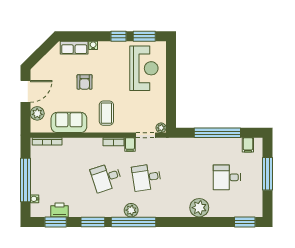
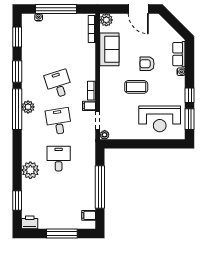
plant: (37, 113) -> (106, 20), moved
coffee table: (106, 113) -> (136, 87), moved
desk: (227, 177) -> (59, 159), moved
printer: (59, 210) -> (30, 222), moved, turned -90
window: (245, 222) -> (17, 200), moved

